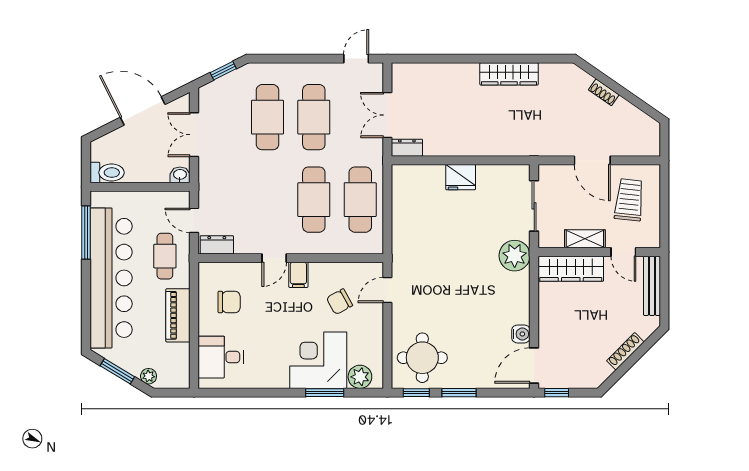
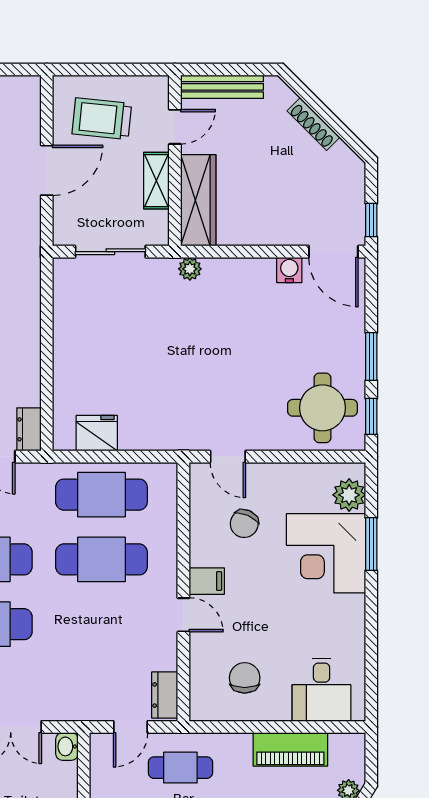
fridge: (461, 177) -> (97, 433), moved, turned -90
plant: (515, 256) -> (190, 269), width x0.53, depth x0.53
chair: (339, 302) -> (244, 524), turned 53
piano: (178, 315) -> (290, 749), moved

